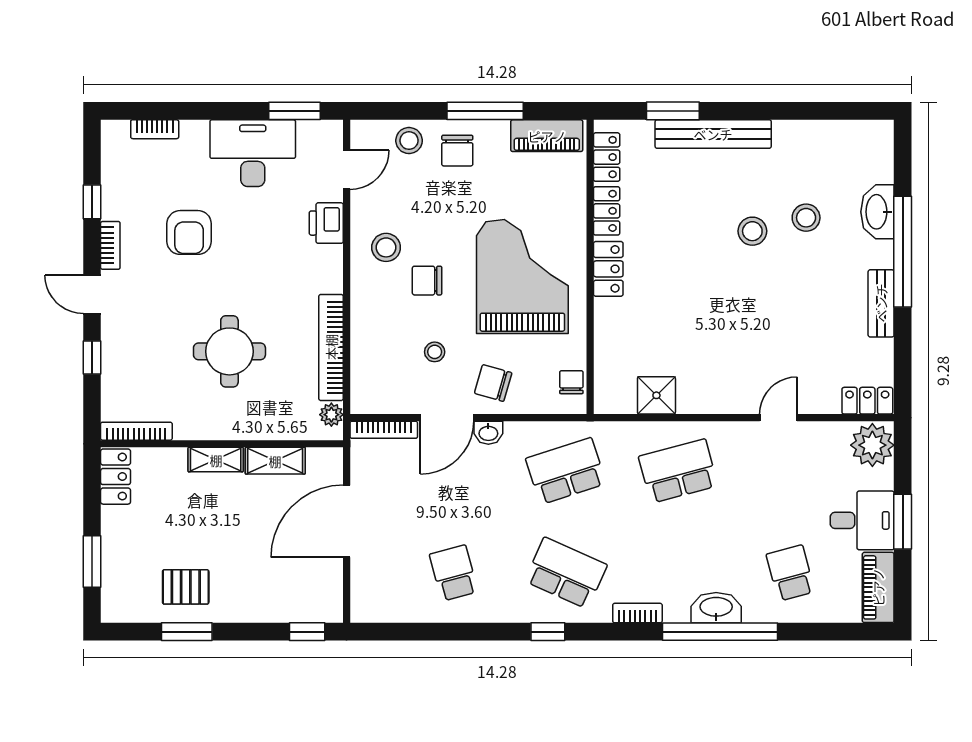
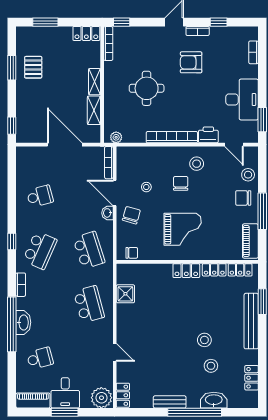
locker: (831, 133) -> (252, 378), added
armchair: (189, 232) -> (191, 62), moved
grand piano: (522, 276) -> (183, 229), width x0.73, depth x0.68
bookcase: (331, 347) -> (172, 137), moved
window: (92, 357) -> (122, 22), moved

